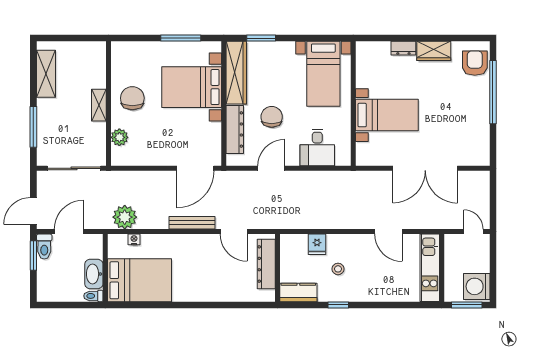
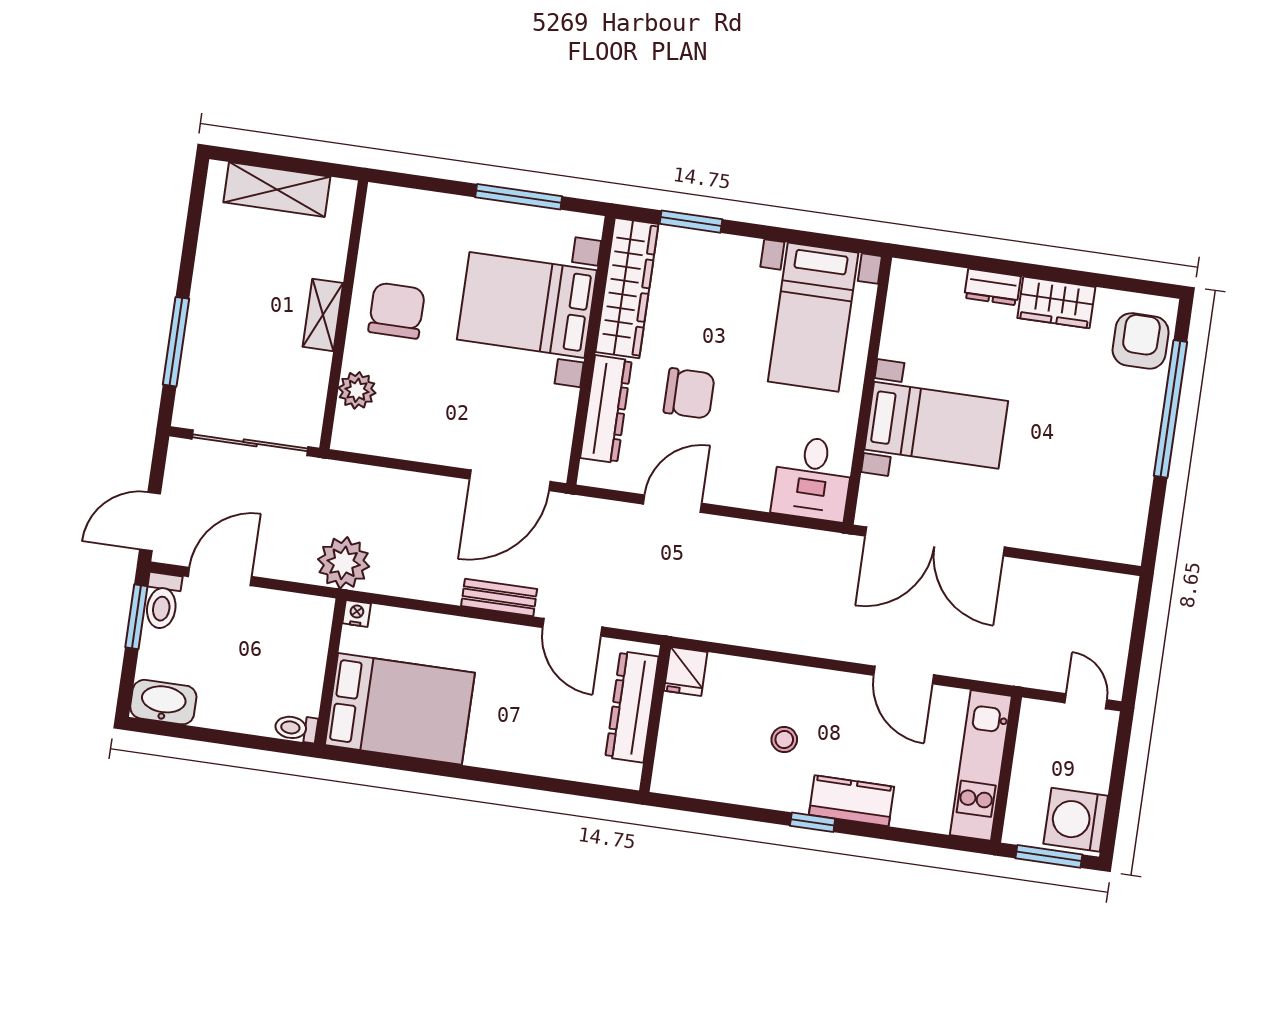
shelving: (46, 74) -> (277, 190), moved, turned 90
chair: (272, 117) -> (689, 393), turned 90
desk: (317, 148) -> (813, 478), moved
double door: (425, 168) -> (935, 541), moved
bench: (192, 223) -> (499, 597), width x0.73
fridge: (317, 244) -> (686, 671), moved
wall: (105, 268) -> (330, 672), moved
washbasin: (94, 274) -> (163, 702), moved, turned 90
bed: (140, 280) -> (400, 709), moved
kitchen counter: (298, 293) -> (852, 801), moved
toilet: (93, 296) -> (296, 728), moved
window: (338, 305) -> (813, 822), moved

